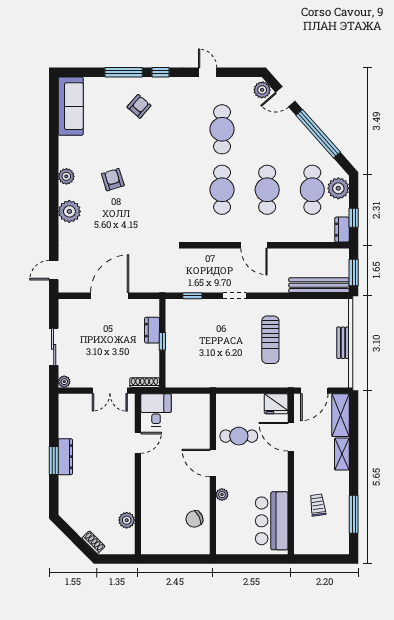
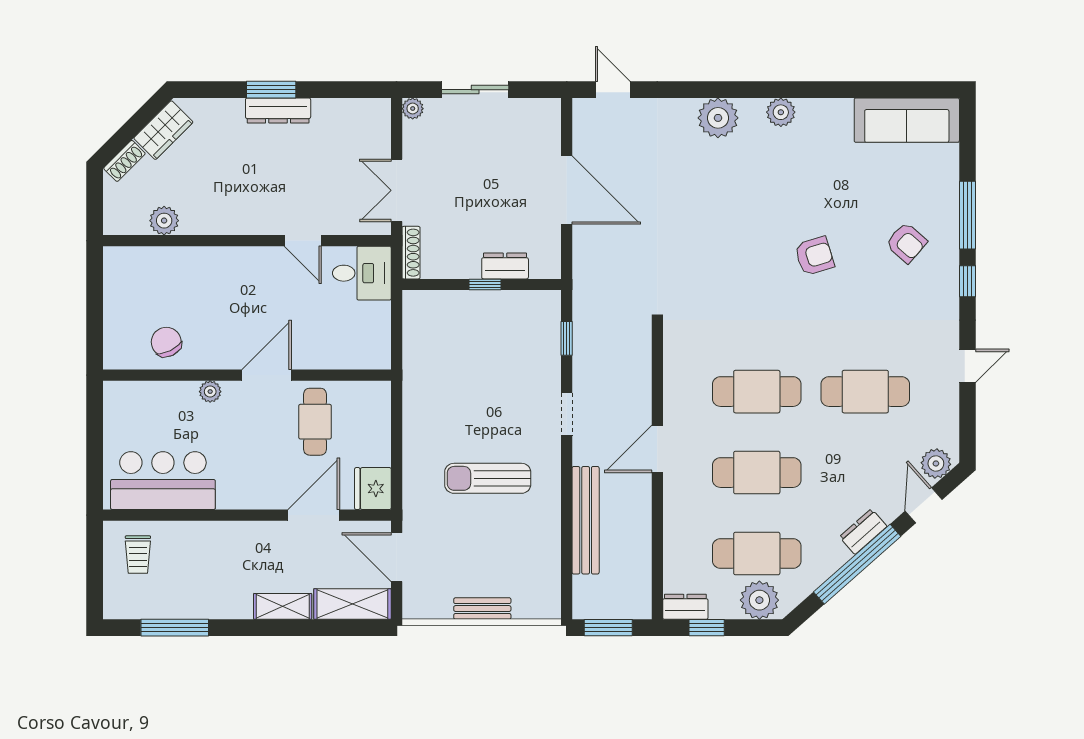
dresser: (300, 130) -> (863, 532), added
armchair: (113, 180) -> (814, 256), moved
bench: (319, 285) -> (586, 520), moved
trolley: (318, 505) -> (138, 555), moved, turned 98
wardrobe: (76, 521) -> (163, 130), added

